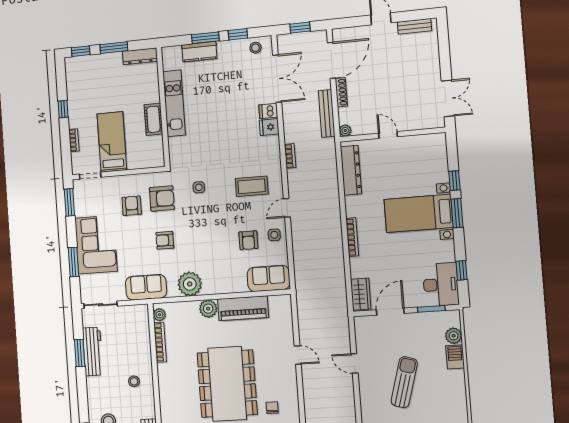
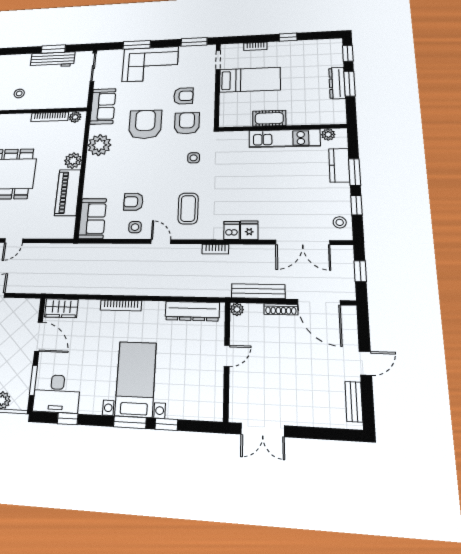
dresser: (140, 56) -> (337, 83), moved
plant: (168, 64) -> (328, 135), added
dishwasher: (268, 111) -> (232, 231), moved
armchair: (162, 198) -> (187, 123), turned 180
armchair: (165, 240) -> (145, 124), width x1.88, depth x1.88

